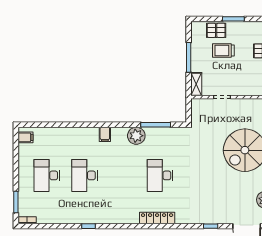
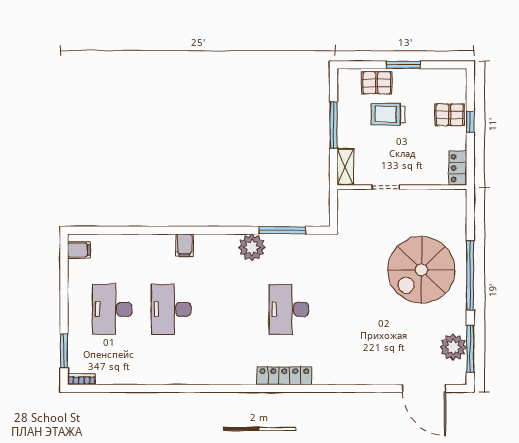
filing cabinet: (105, 134) -> (184, 245), moved
window: (89, 226) -> (177, 388), removed
window: (211, 226) -> (368, 388), removed

